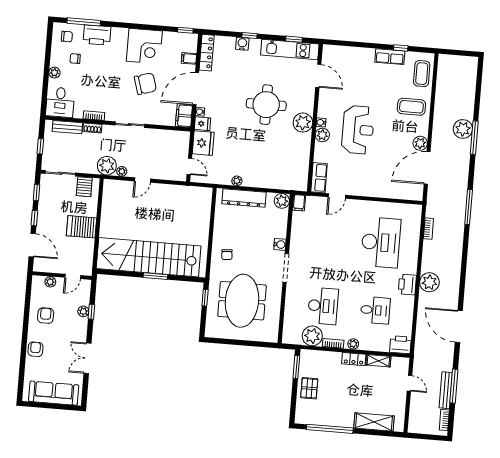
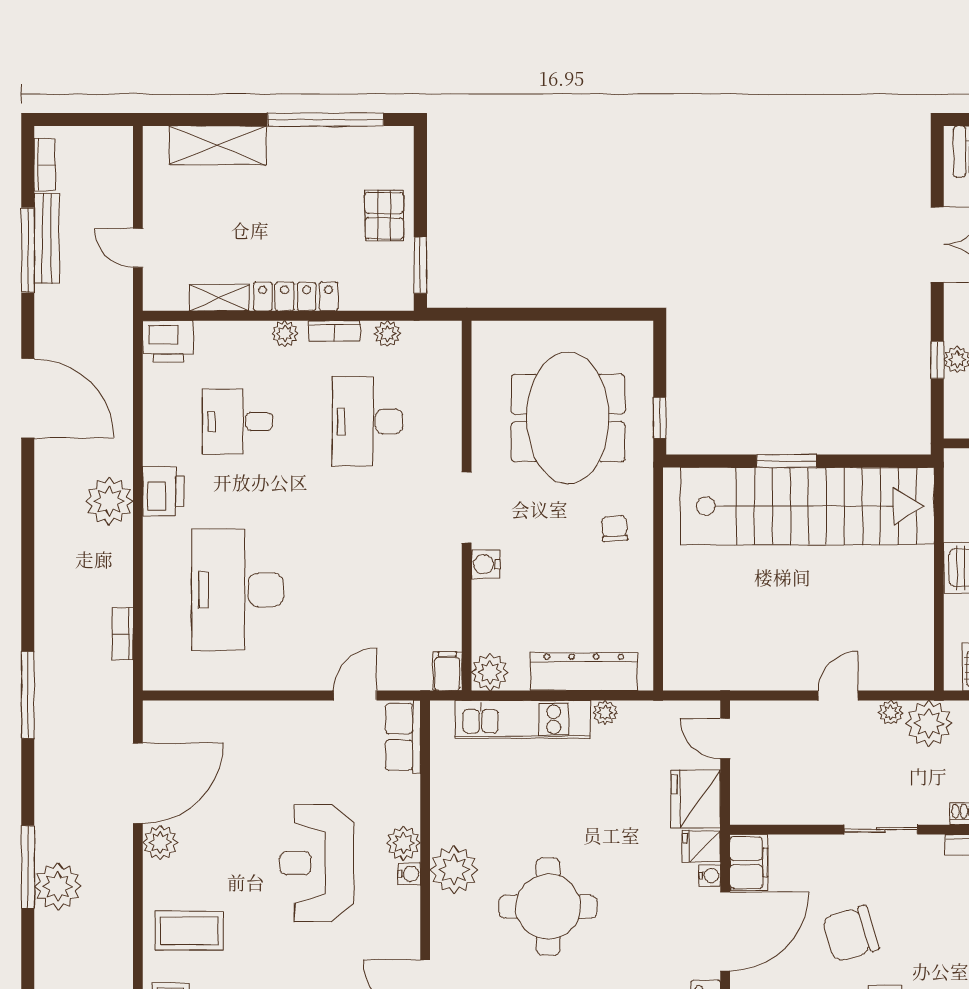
kitchen unit: (270, 181) -> (523, 719), added
plant: (312, 336) -> (387, 334), width x0.53, depth x0.53
locker: (354, 359) -> (296, 296), width x1.53

